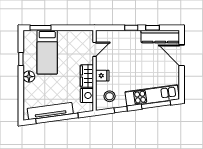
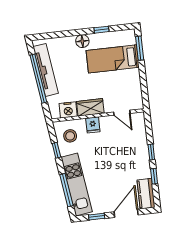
kitchen counter: (160, 36) -> (146, 194), width x0.67
window: (182, 81) -> (97, 217), added

